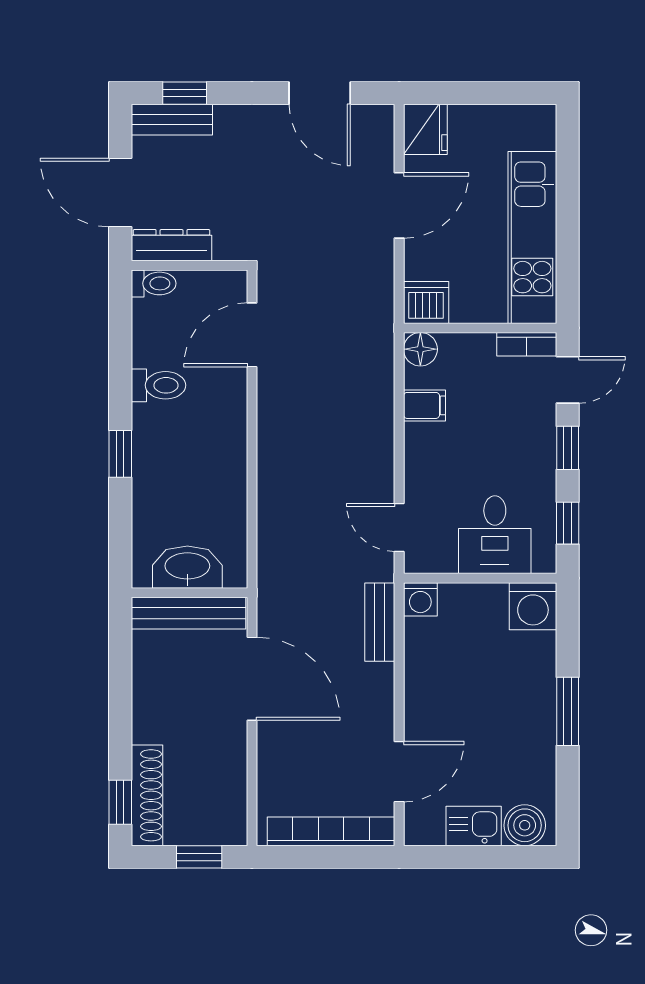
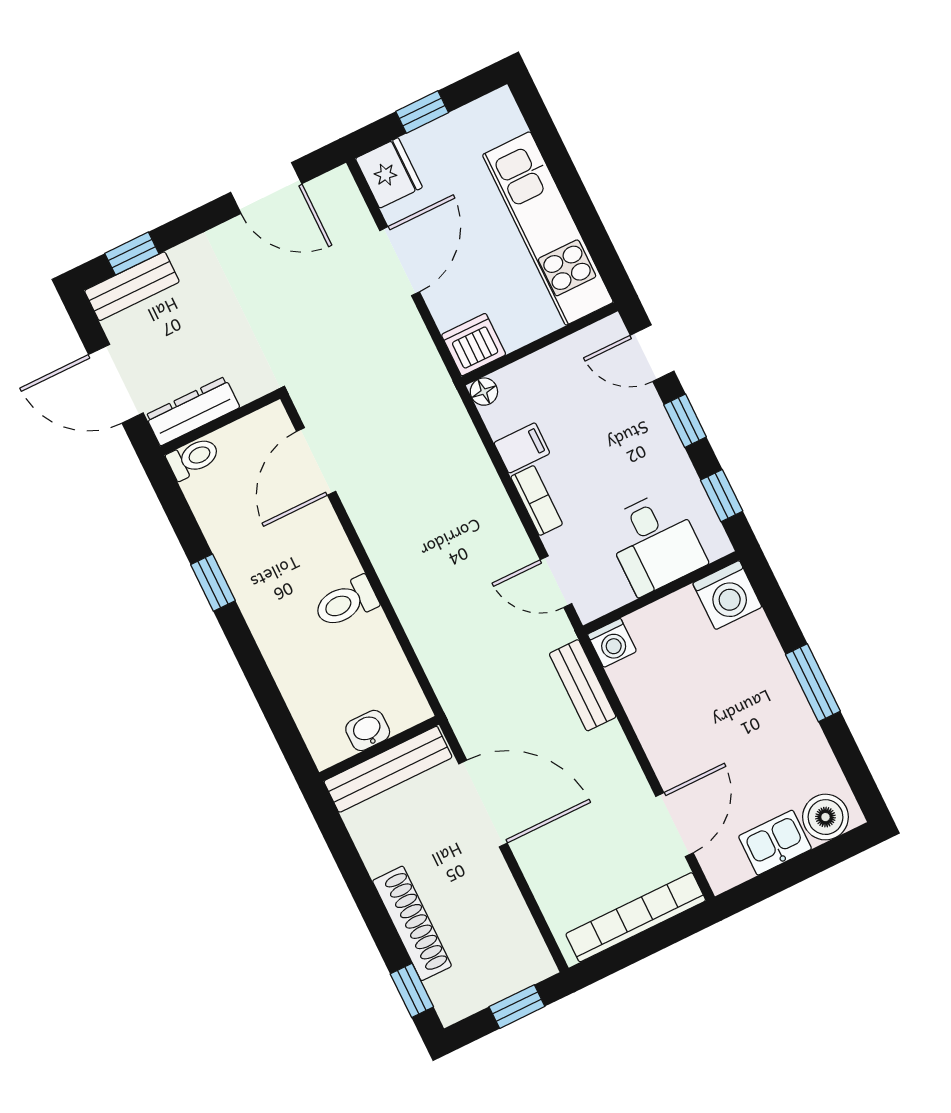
window: (476, 93) -> (422, 112), added
bookcase: (527, 344) -> (537, 500), moved, turned -90
floor lamp: (420, 349) -> (484, 392), width x0.73, depth x0.73
door: (568, 380) -> (652, 353), swing flipped
toilet: (158, 385) -> (346, 602), moved, turned 180
window: (120, 454) -> (213, 583), moved
washbasin: (187, 567) -> (368, 730), width x0.52, depth x0.69
shoe rack: (147, 795) -> (412, 923), moved

